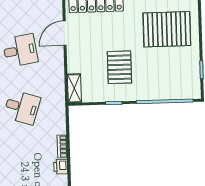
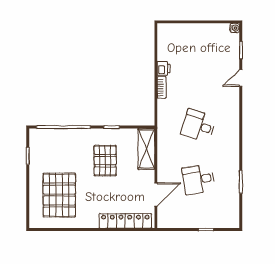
pallet: (167, 29) -> (59, 195), turned 90
shelving: (74, 88) -> (146, 149), width x1.50, depth x1.33

